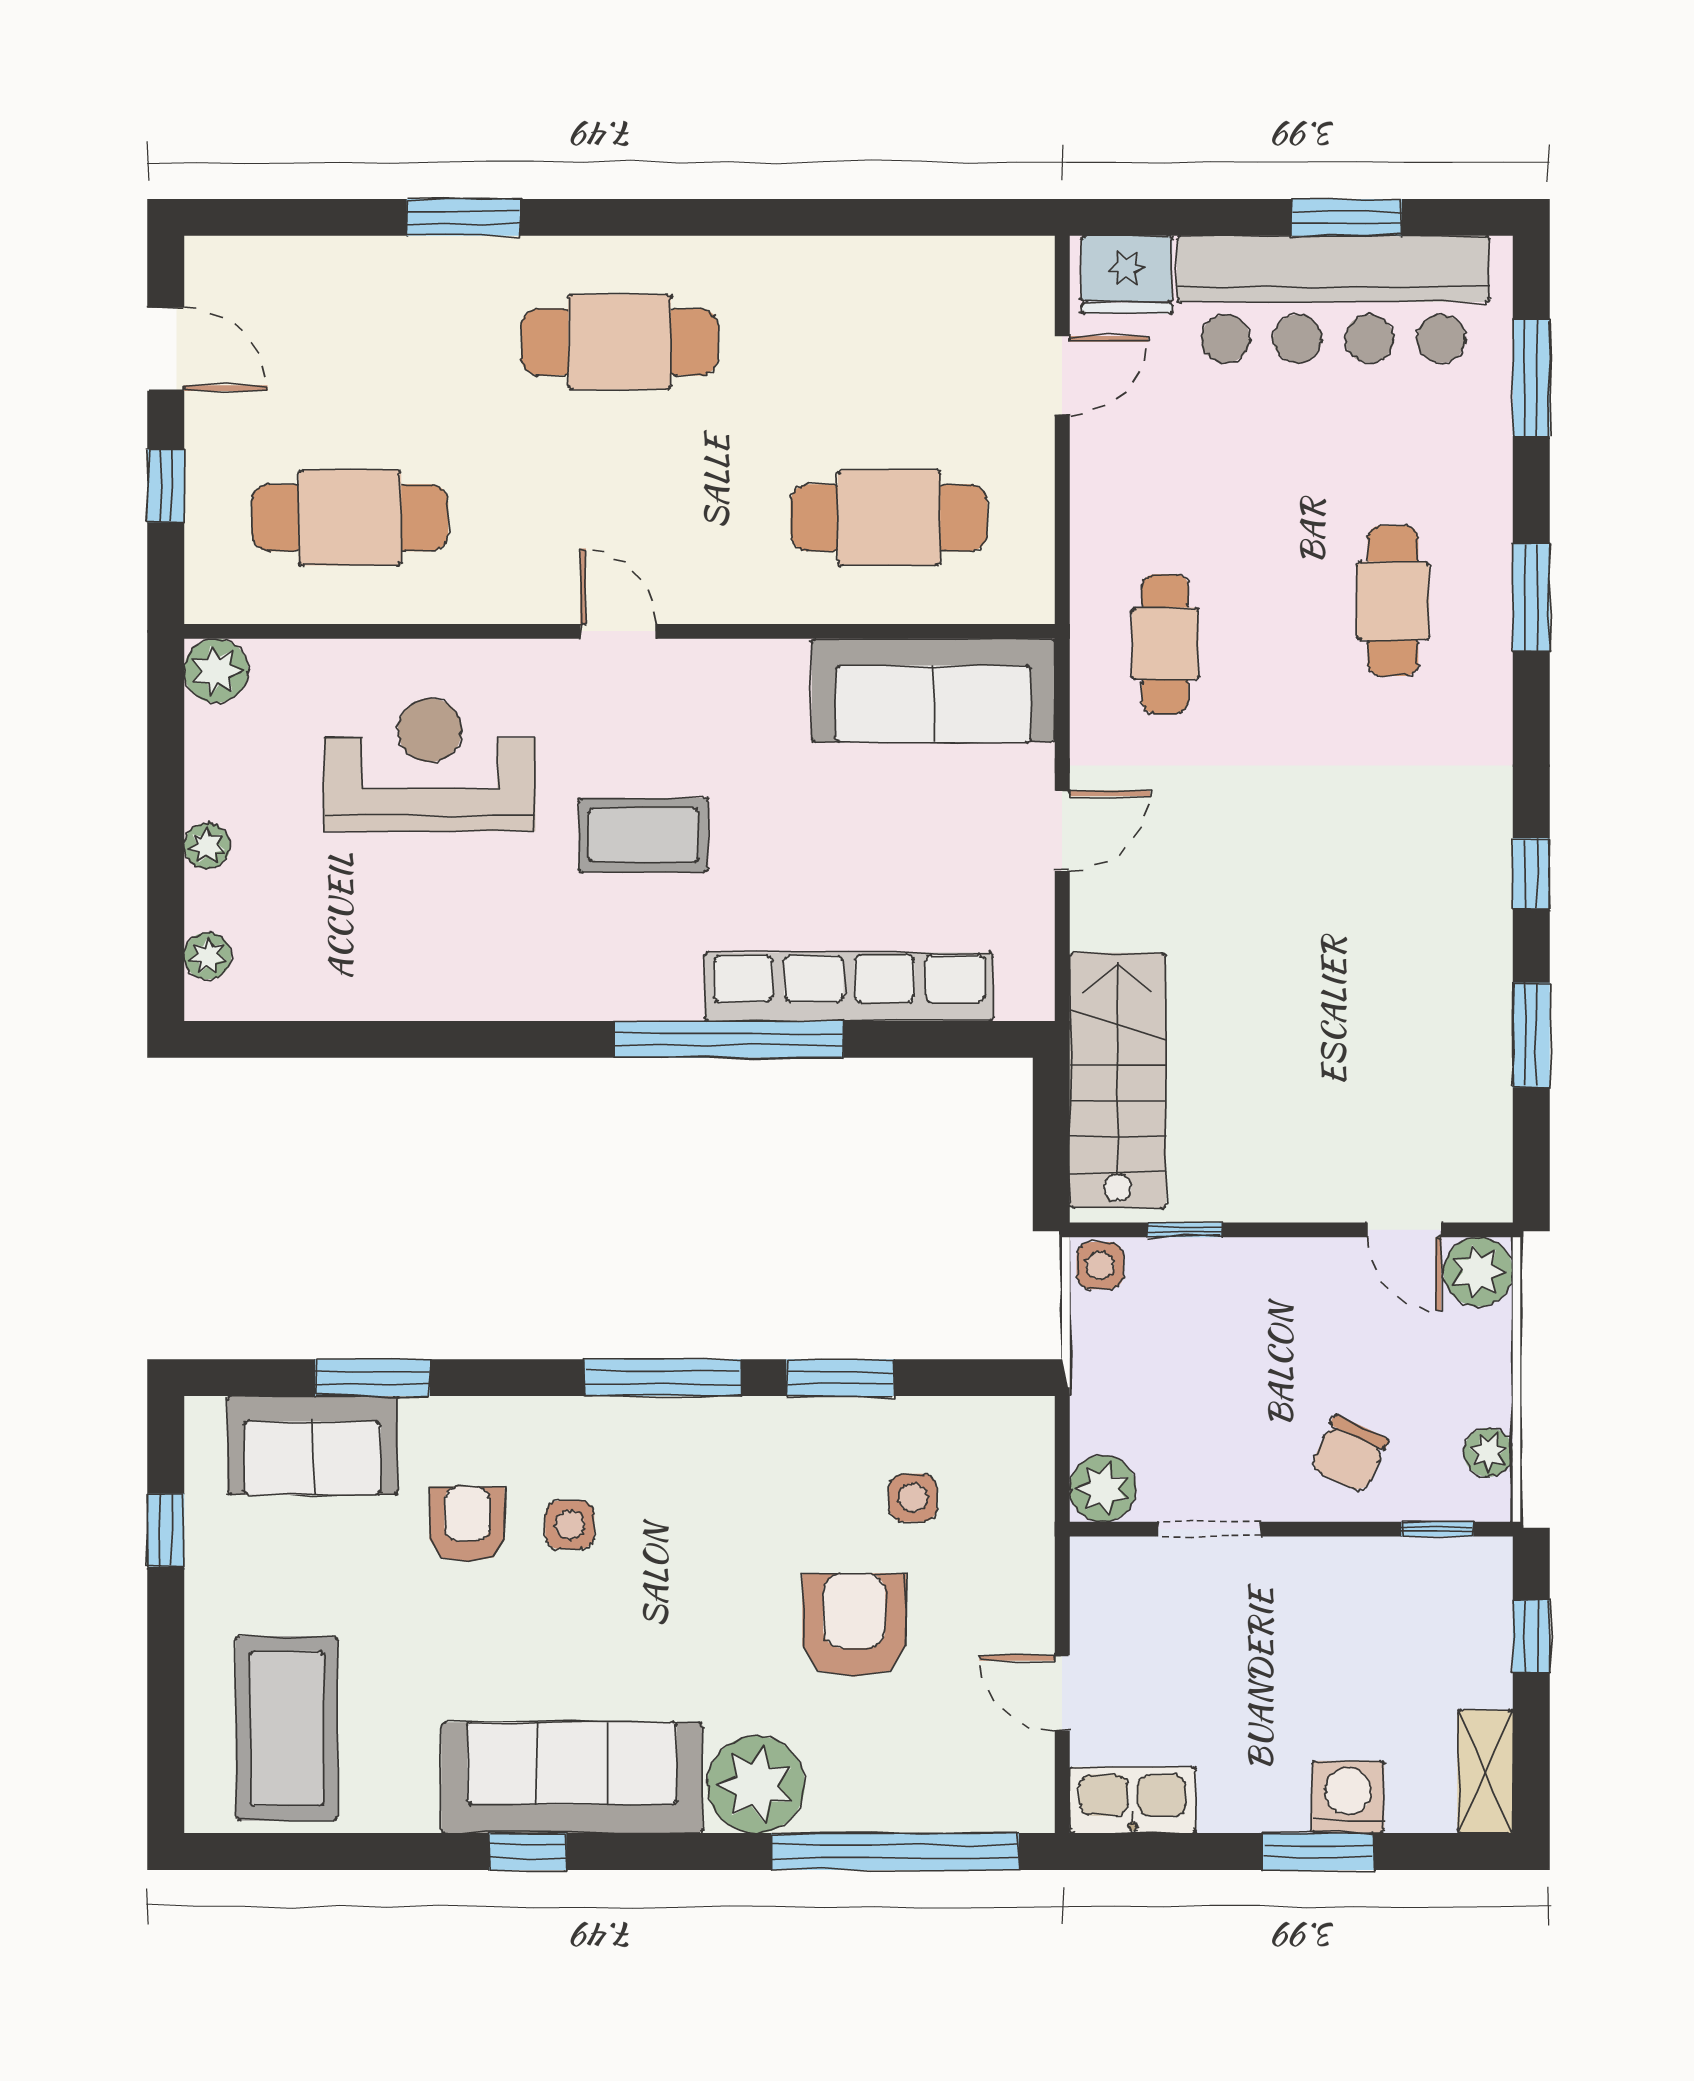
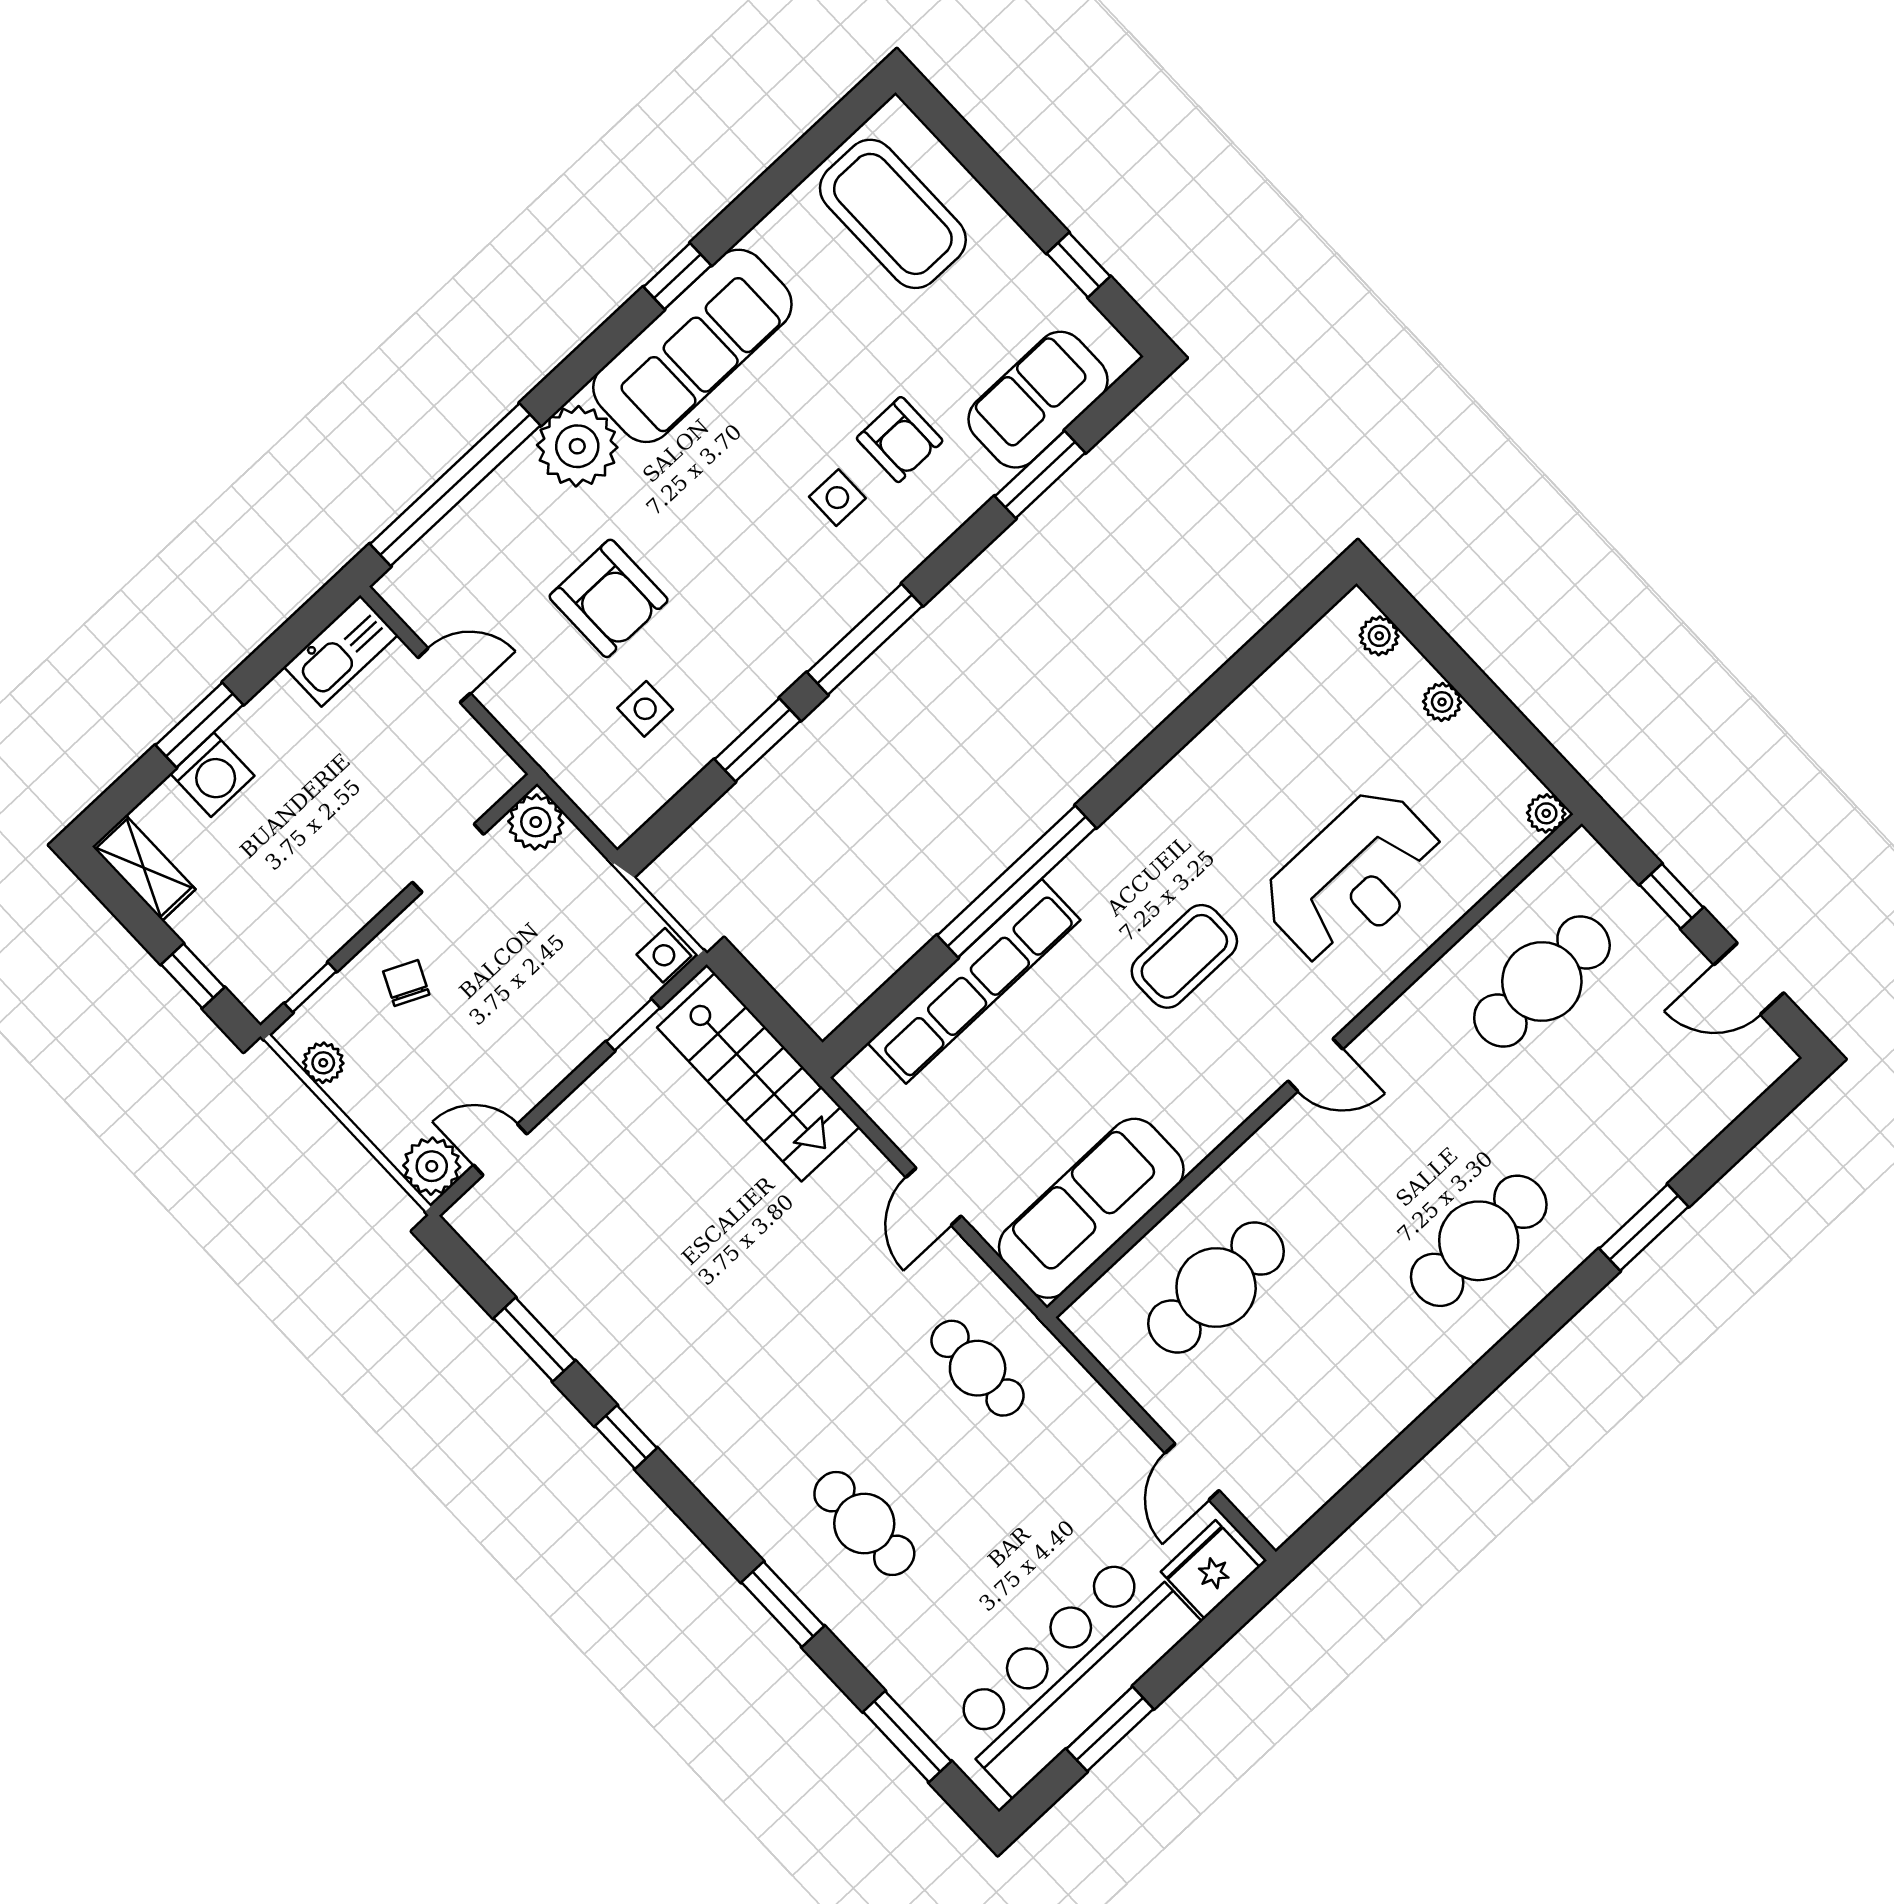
plant: (216, 671) -> (1546, 813), width x0.73, depth x0.73
chair: (1349, 1454) -> (406, 983), width x0.73, depth x0.73

